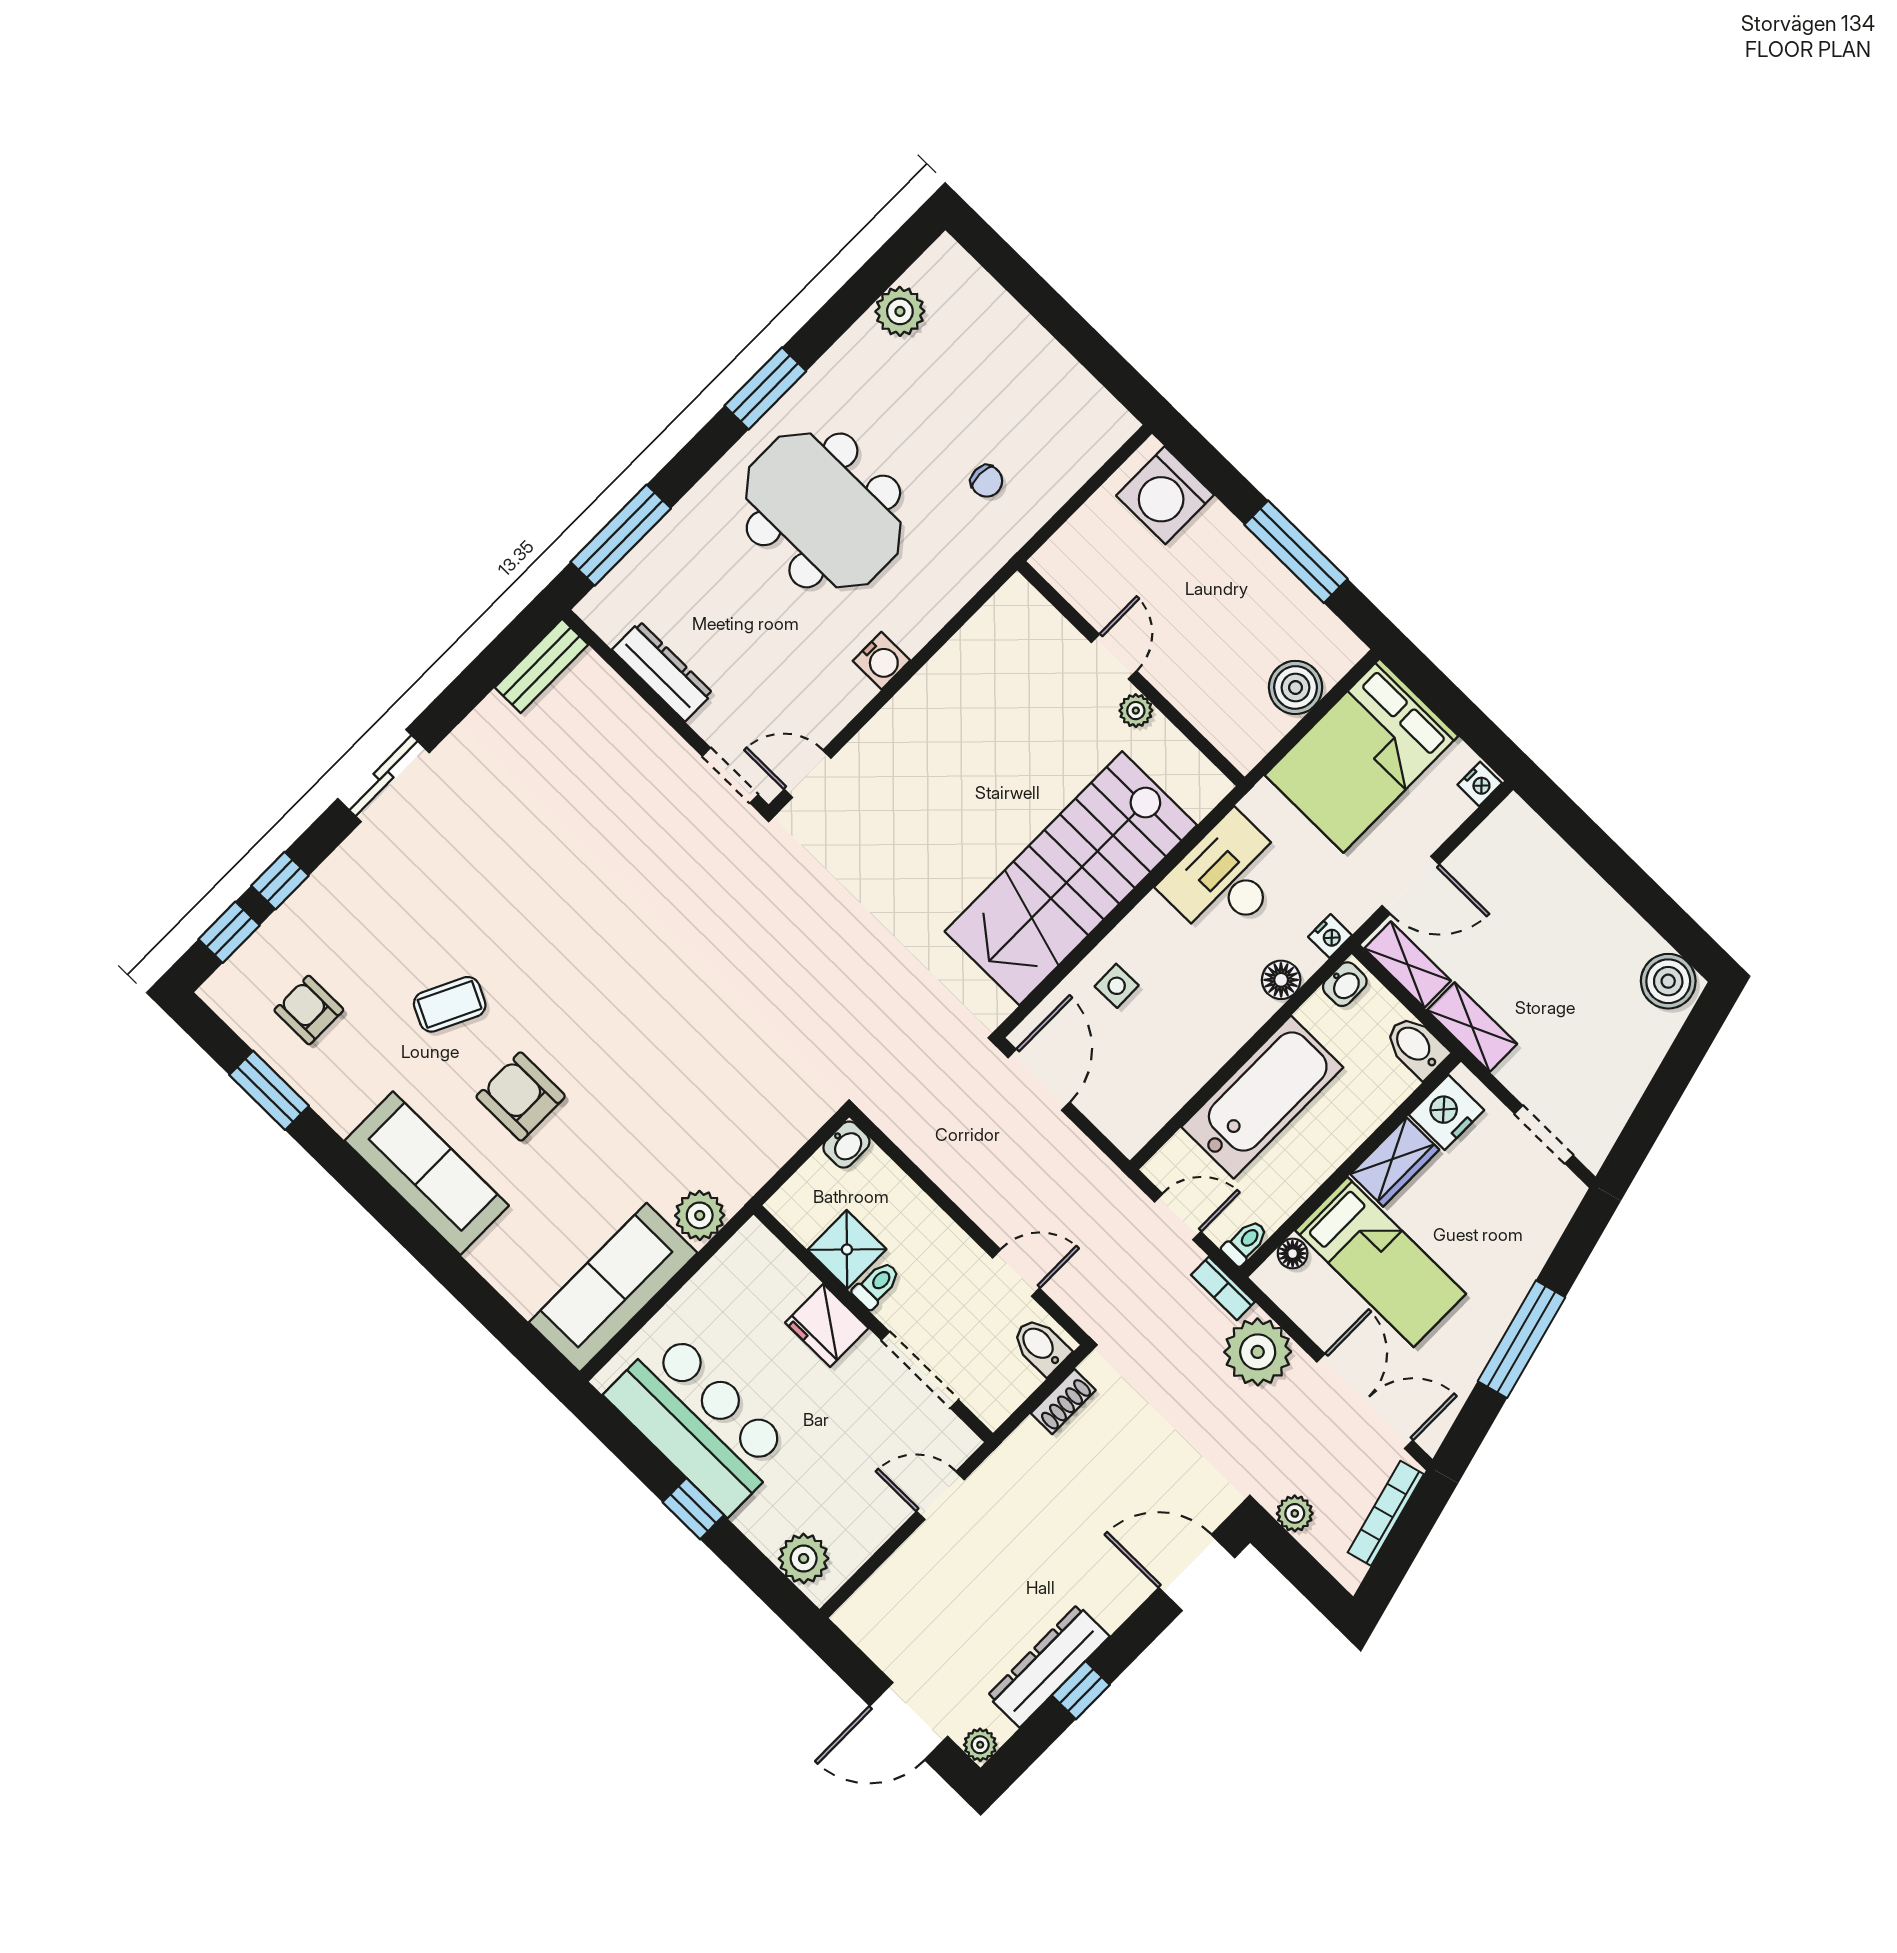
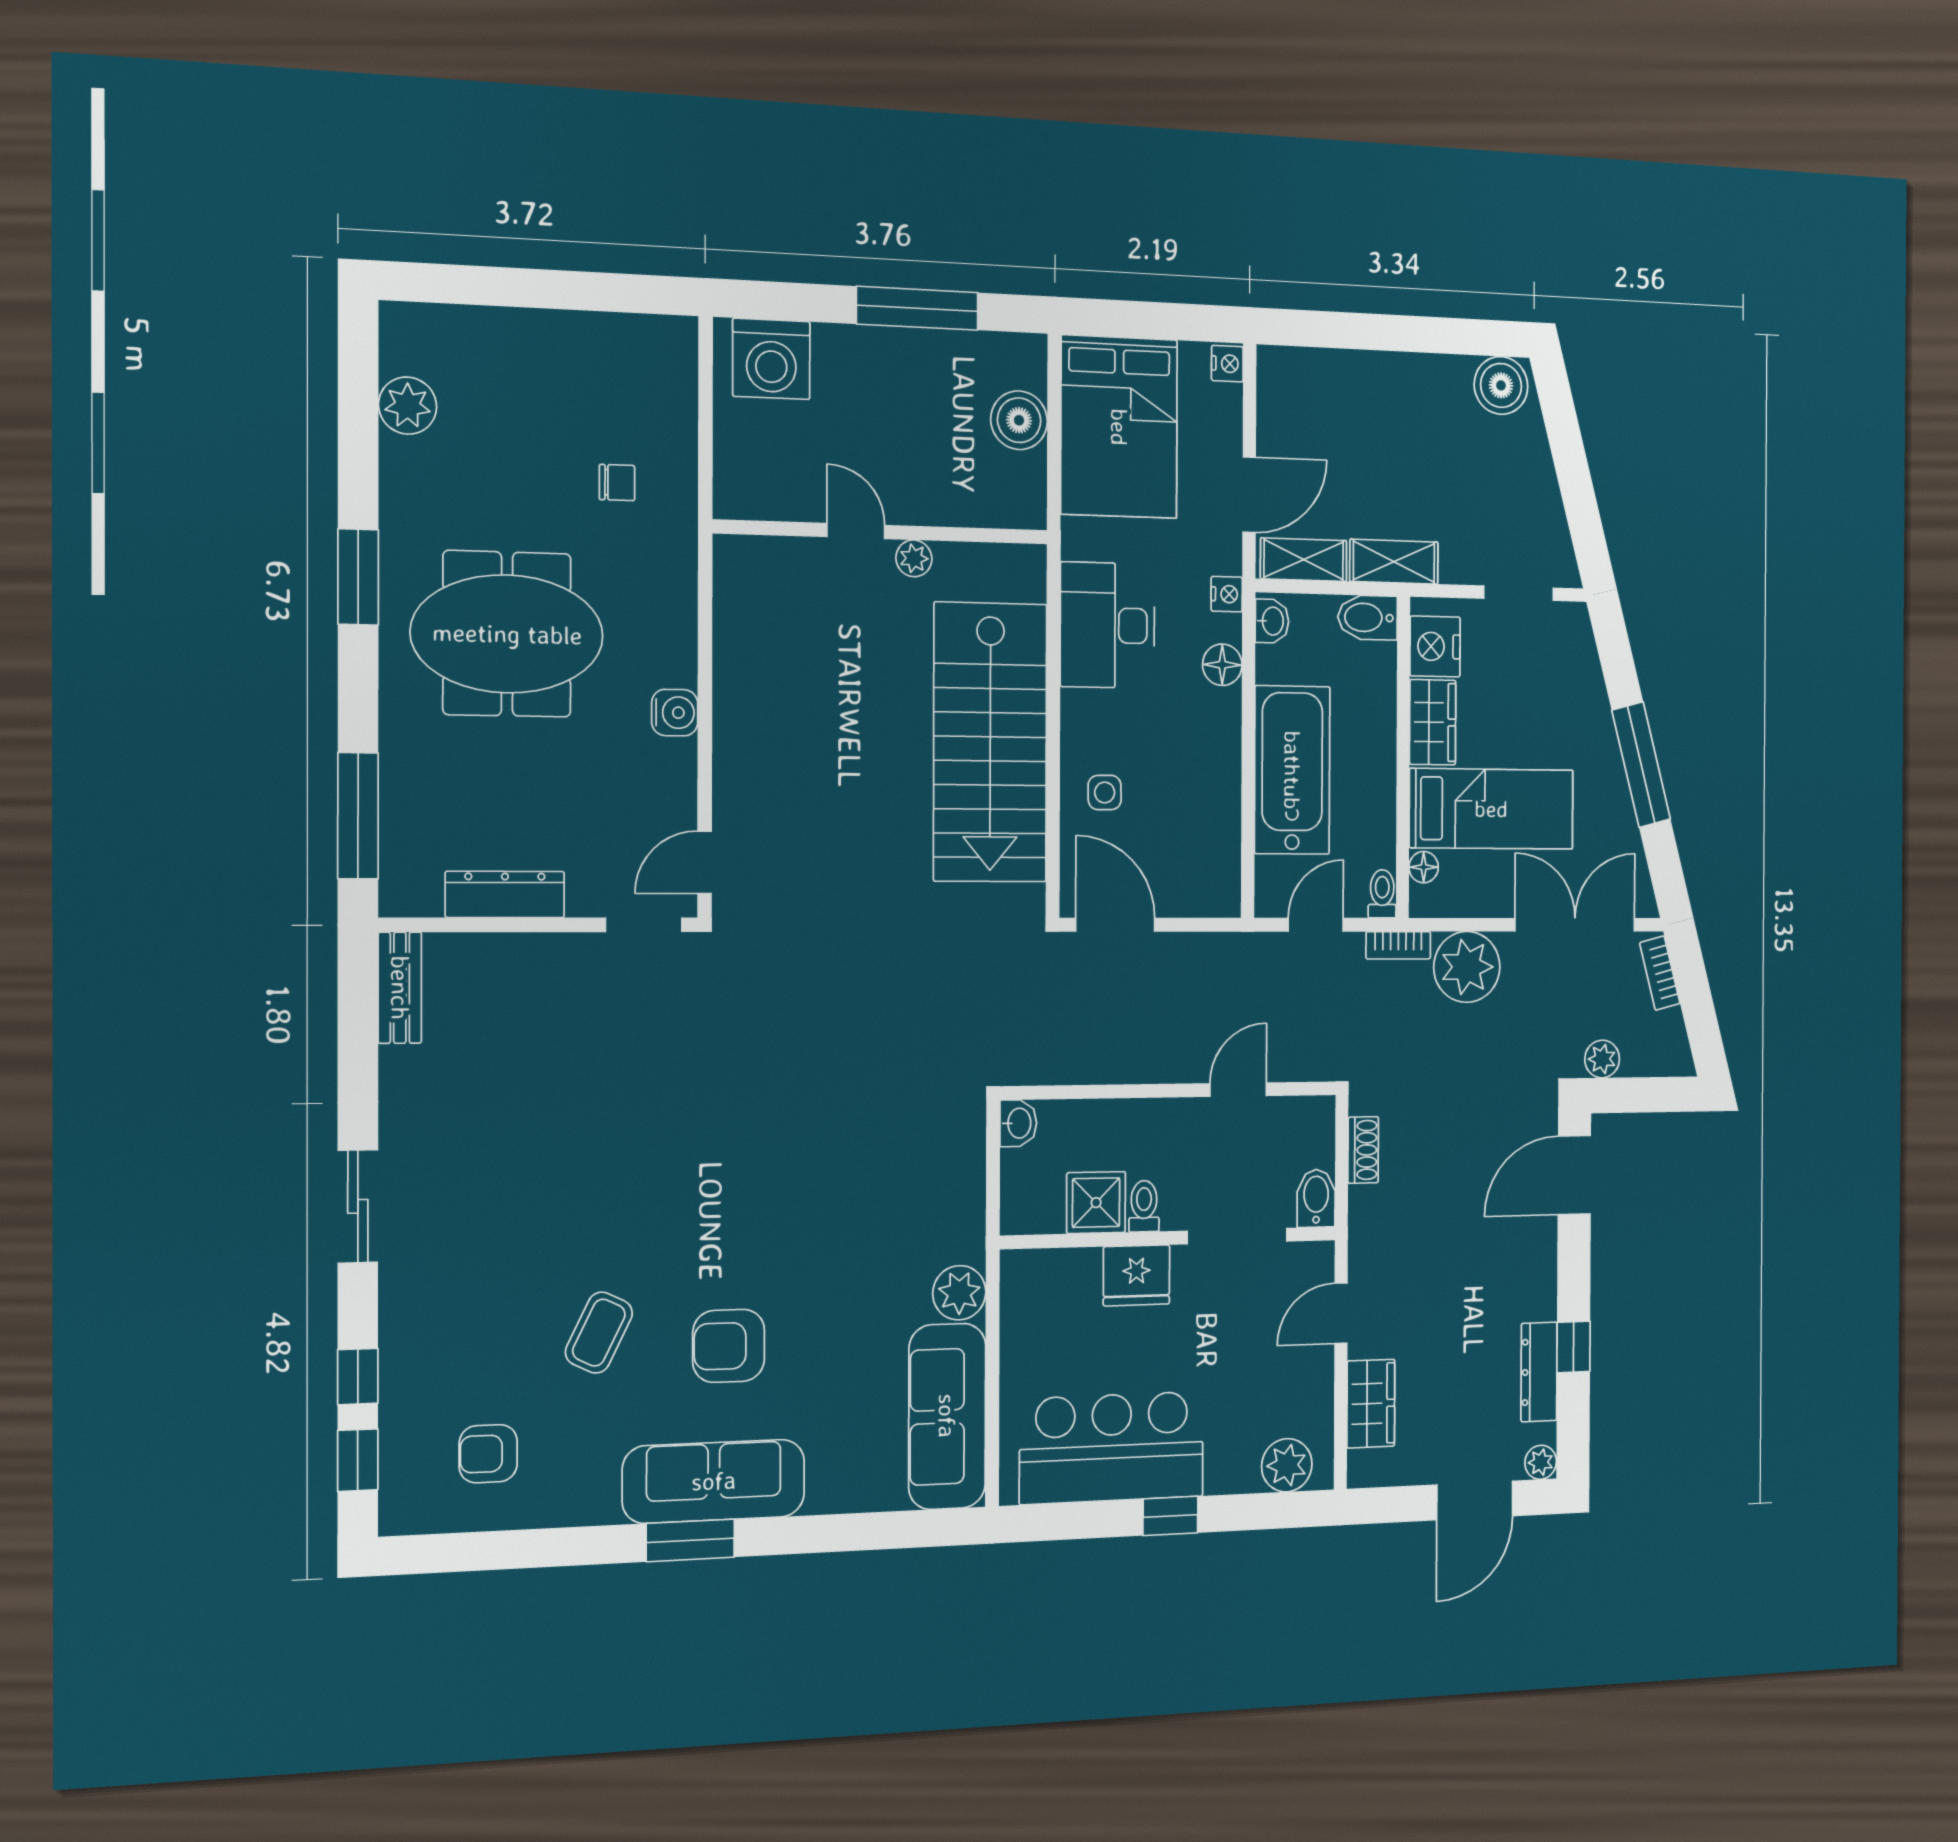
window: (269, 1090) -> (690, 1540), moved
bidet: (1041, 1346) -> (1316, 1198), moved, turned 90
bookcase: (1386, 1513) -> (1660, 973), width x0.64
wardrobe: (901, 1578) -> (1371, 1404), added
dresser: (1048, 1666) -> (1539, 1372), width x0.73, depth x0.80

